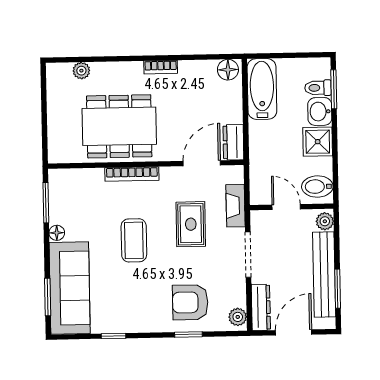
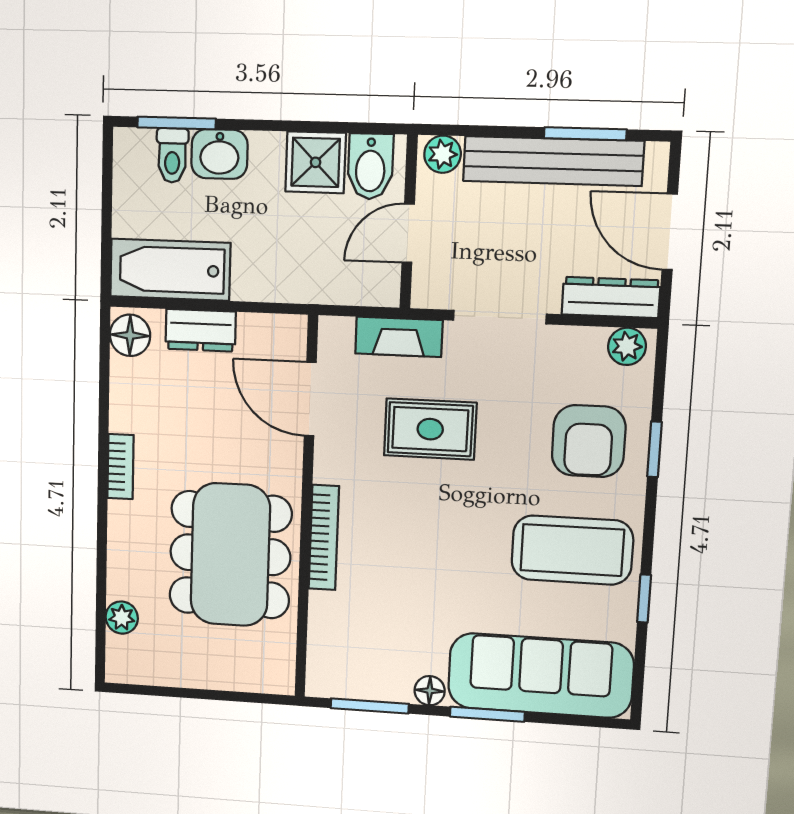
dresser: (233, 142) -> (201, 330), moved
shower: (318, 142) -> (316, 162), moved
coffee table: (134, 240) -> (572, 550), moved, width x1.36, depth x1.32
window: (48, 297) -> (487, 714), moved

